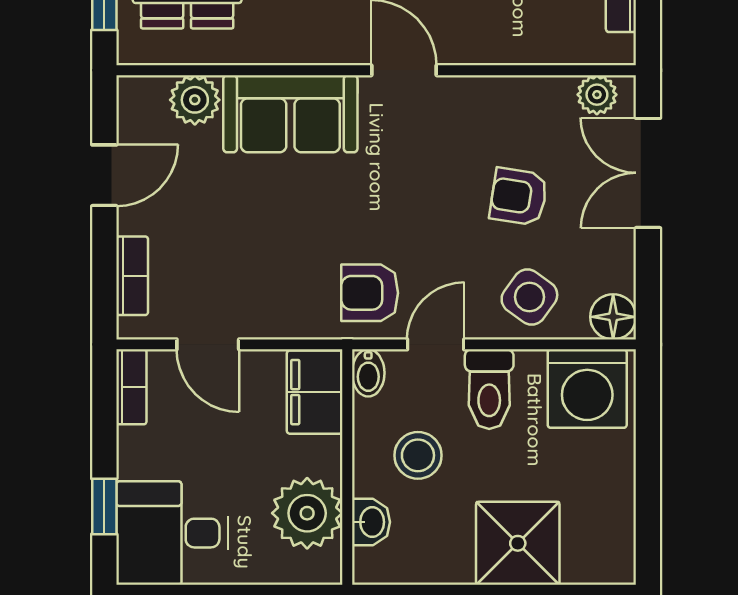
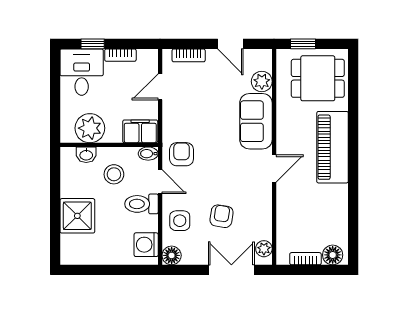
side table: (529, 297) -> (180, 221), turned -36
bookcase: (131, 387) -> (120, 55), moved
washing machine: (587, 389) -> (146, 245), width x0.73, depth x0.73

